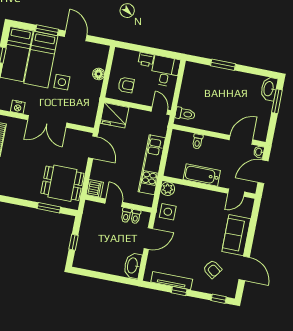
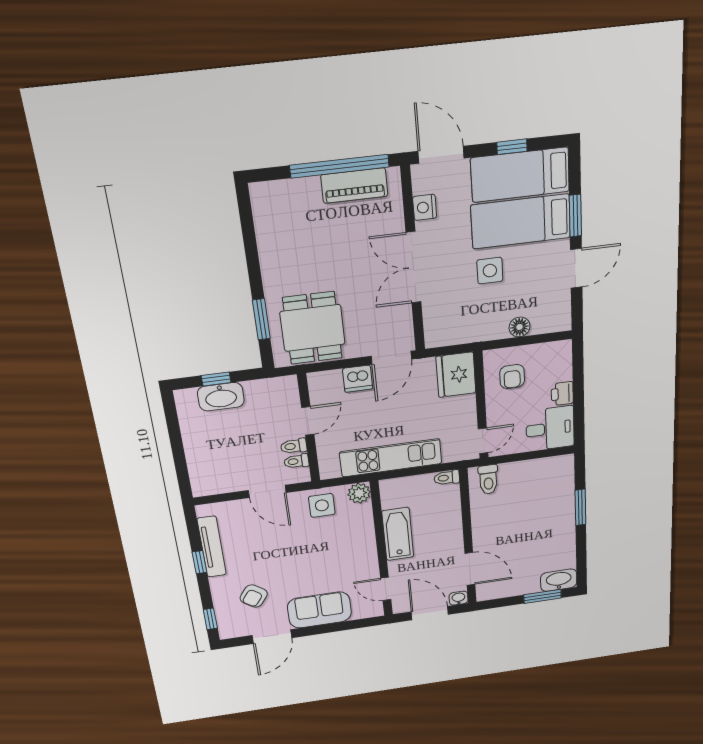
toilet: (197, 141) -> (447, 478), moved
dishwasher: (95, 188) -> (358, 379), moved
washbasin: (133, 266) -> (221, 397), moved, turned 180

